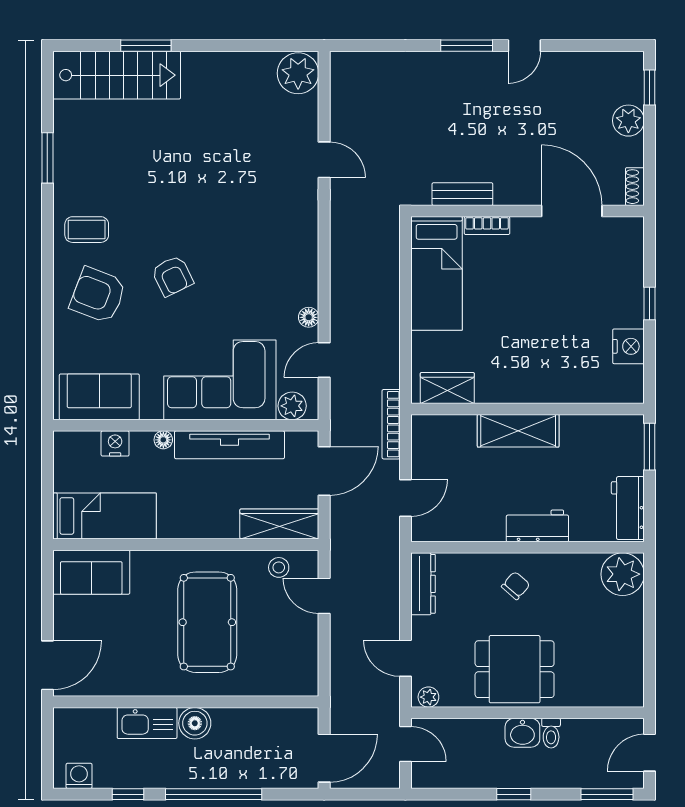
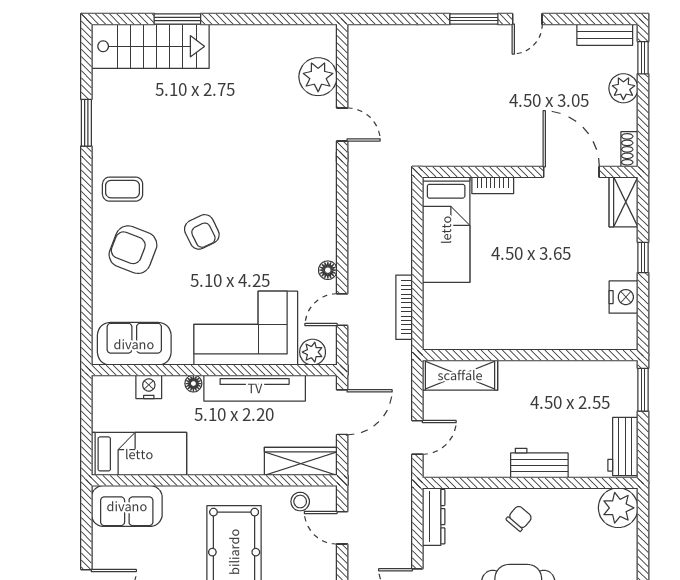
plant: (298, 73) -> (318, 77), moved
bench: (462, 194) -> (605, 35), moved
wardrobe: (447, 388) -> (624, 202), moved, turned -90
bookcase: (391, 424) -> (404, 307), moved
shelving: (518, 431) -> (460, 375), moved

